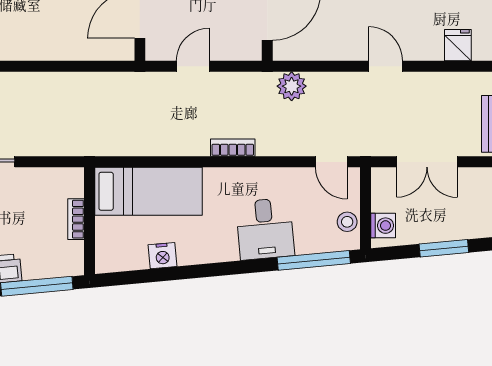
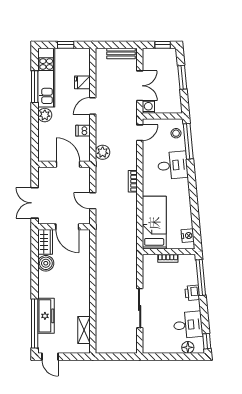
fridge: (458, 45) -> (82, 82), moved
dishwasher: (336, 47) -> (83, 131), added
stool: (347, 222) -> (176, 133), moved
washing machine: (383, 226) -> (148, 107), moved
nightstand: (162, 256) -> (188, 236), moved

